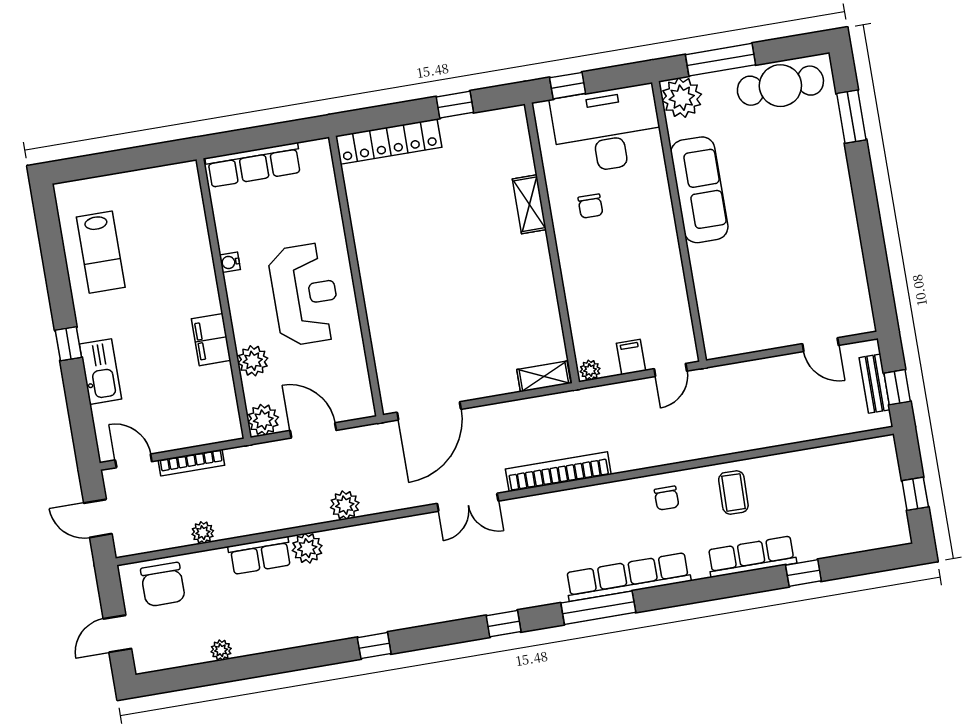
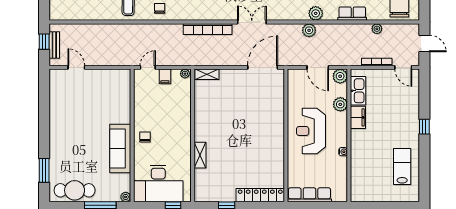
plant: (682, 98) -> (126, 197), width x0.53, depth x0.53
row of seats: (254, 165) -> (309, 195), moved
chair: (590, 206) -> (145, 137), moved
kitchen sink: (100, 372) -> (358, 91), moved, turned 180
plant: (307, 548) -> (316, 13), moved

